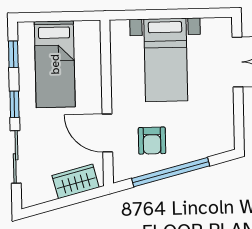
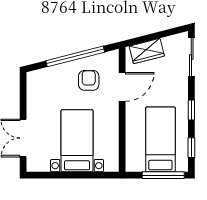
window: (50, 17) -> (163, 175), added
door: (107, 133) -> (122, 87), hinge flipped
sliding door: (16, 157) -> (191, 57), moved

